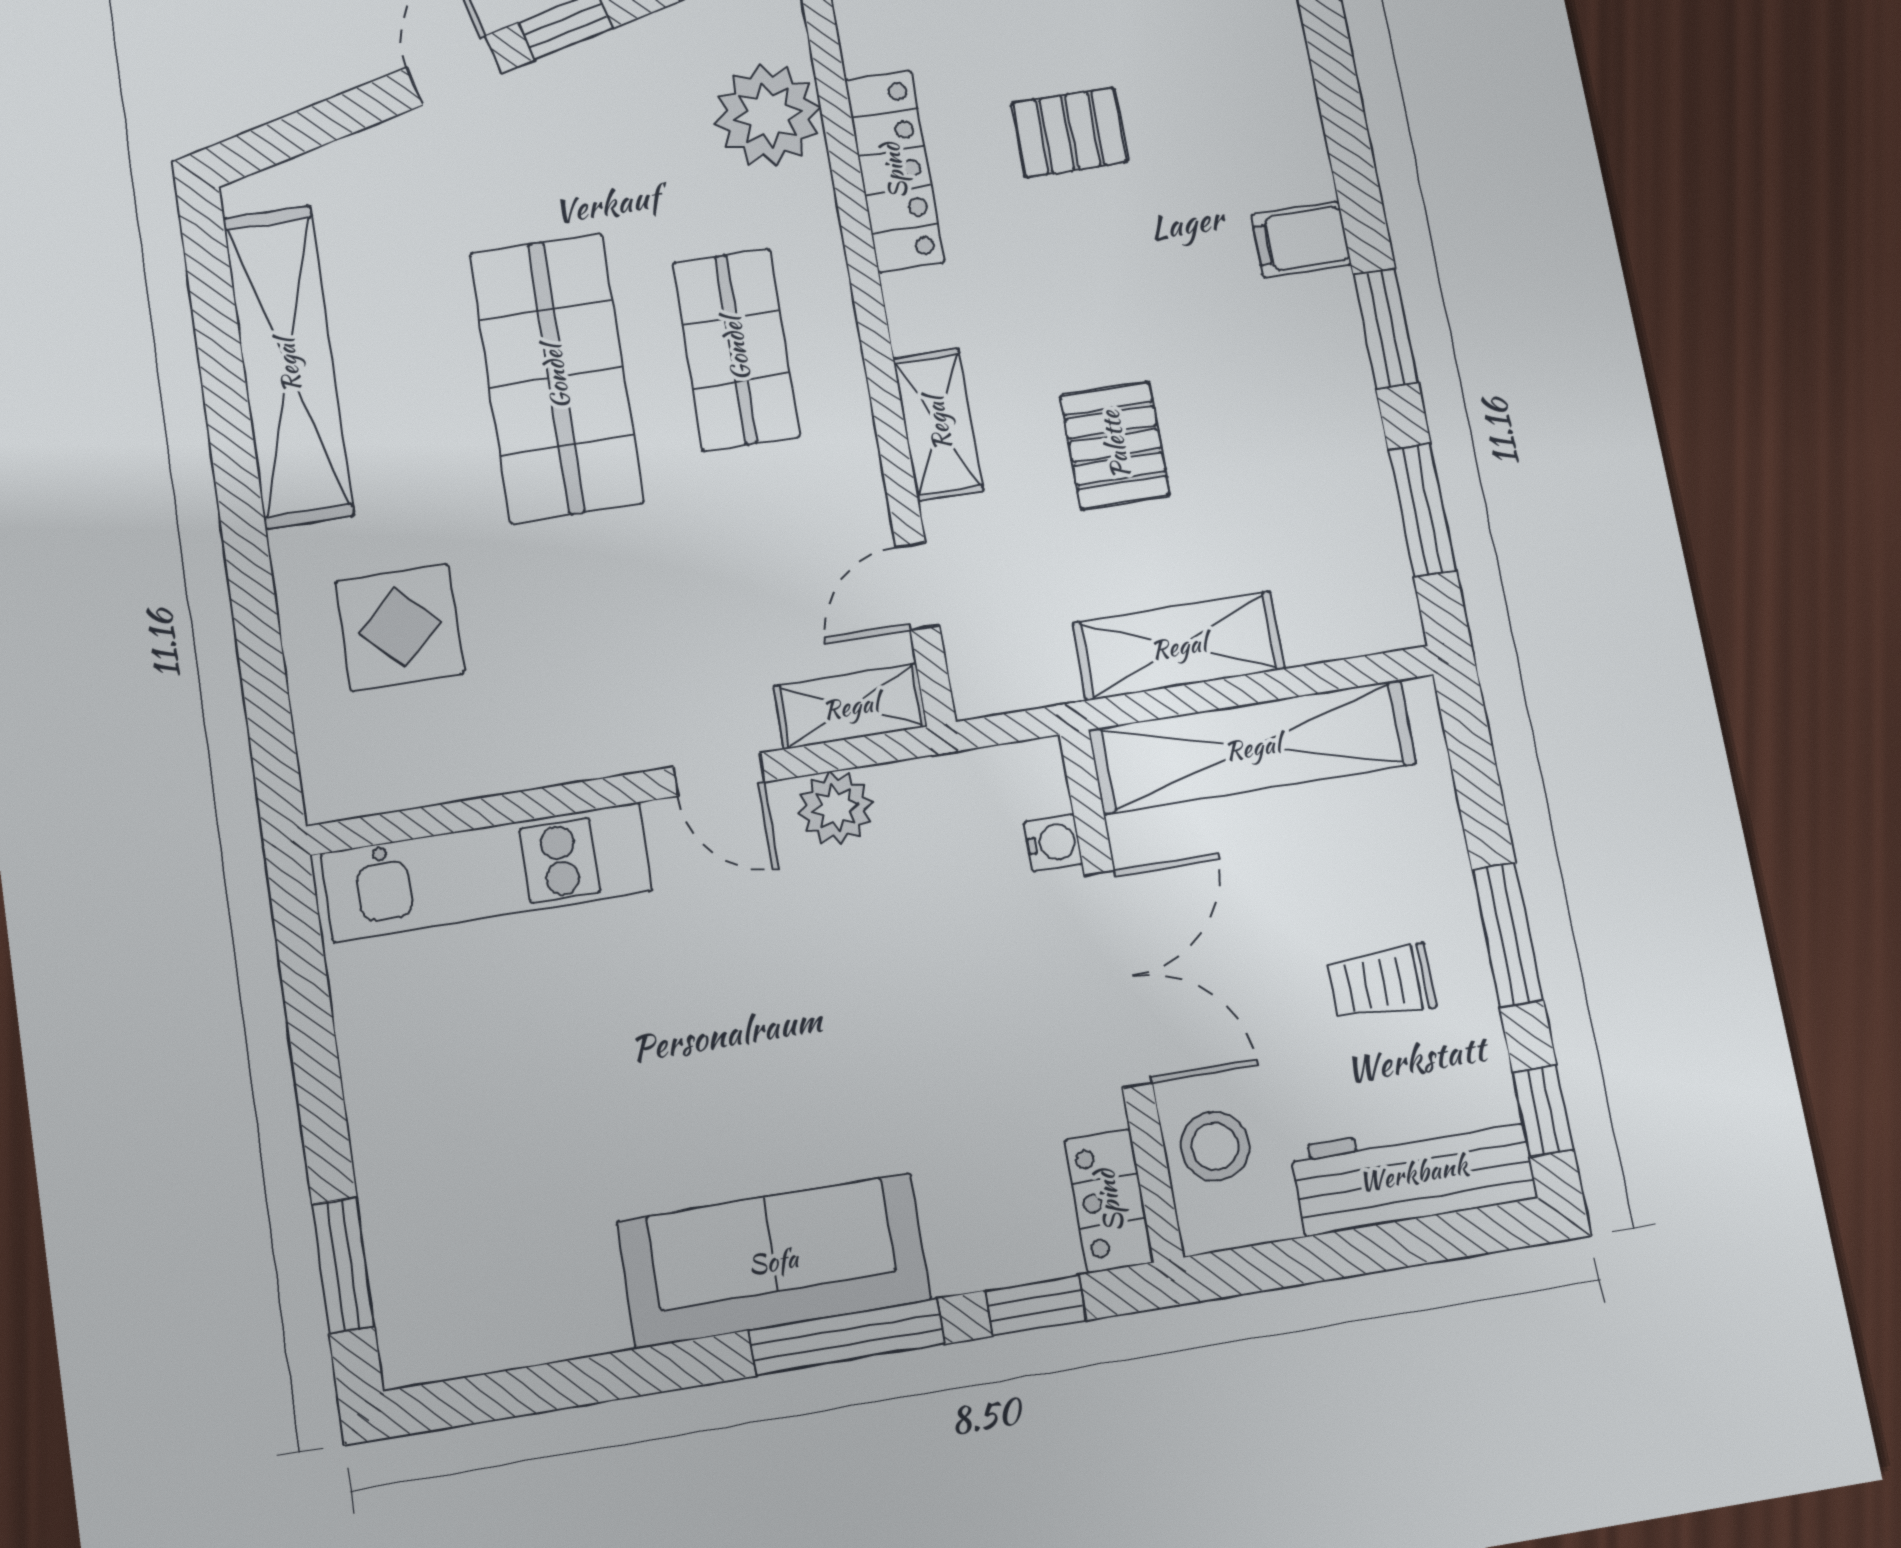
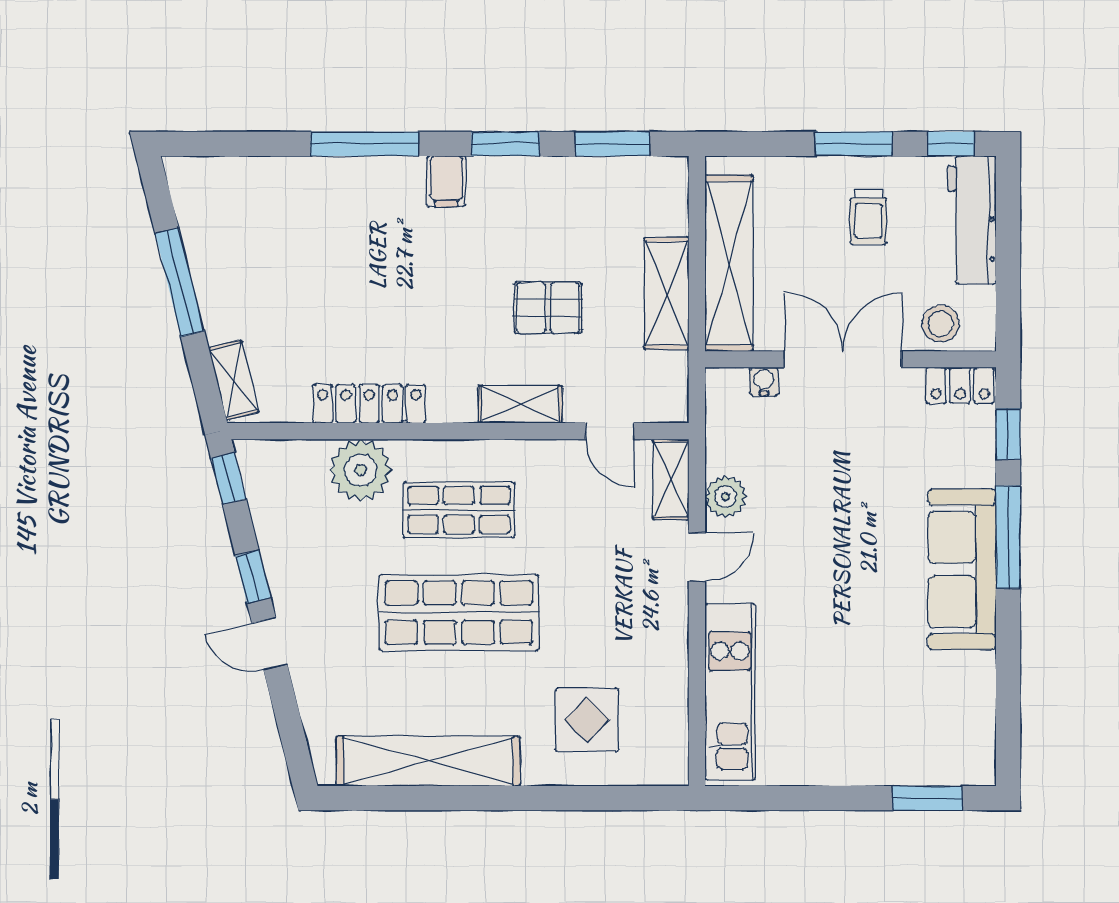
window: (1339, 95) -> (365, 144), added
plant: (768, 115) -> (361, 470), moved
pallet: (1070, 132) -> (362, 301), removed

